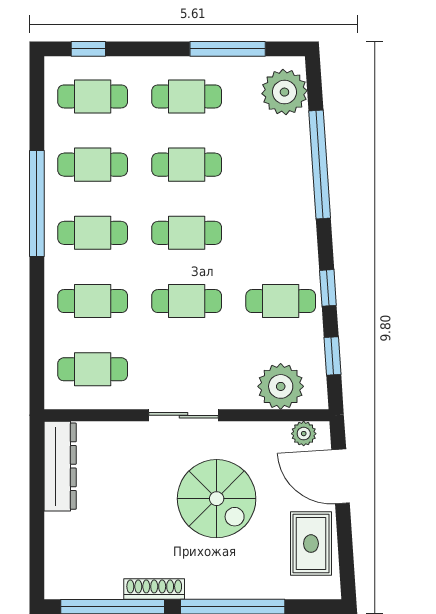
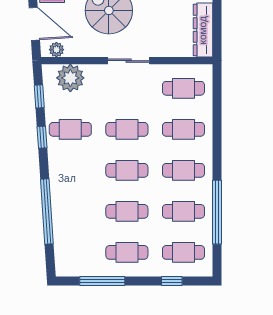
window: (88, 49) -> (172, 281), moved
plant: (284, 92) -> (68, 255), removed
window: (37, 204) -> (217, 212), moved

